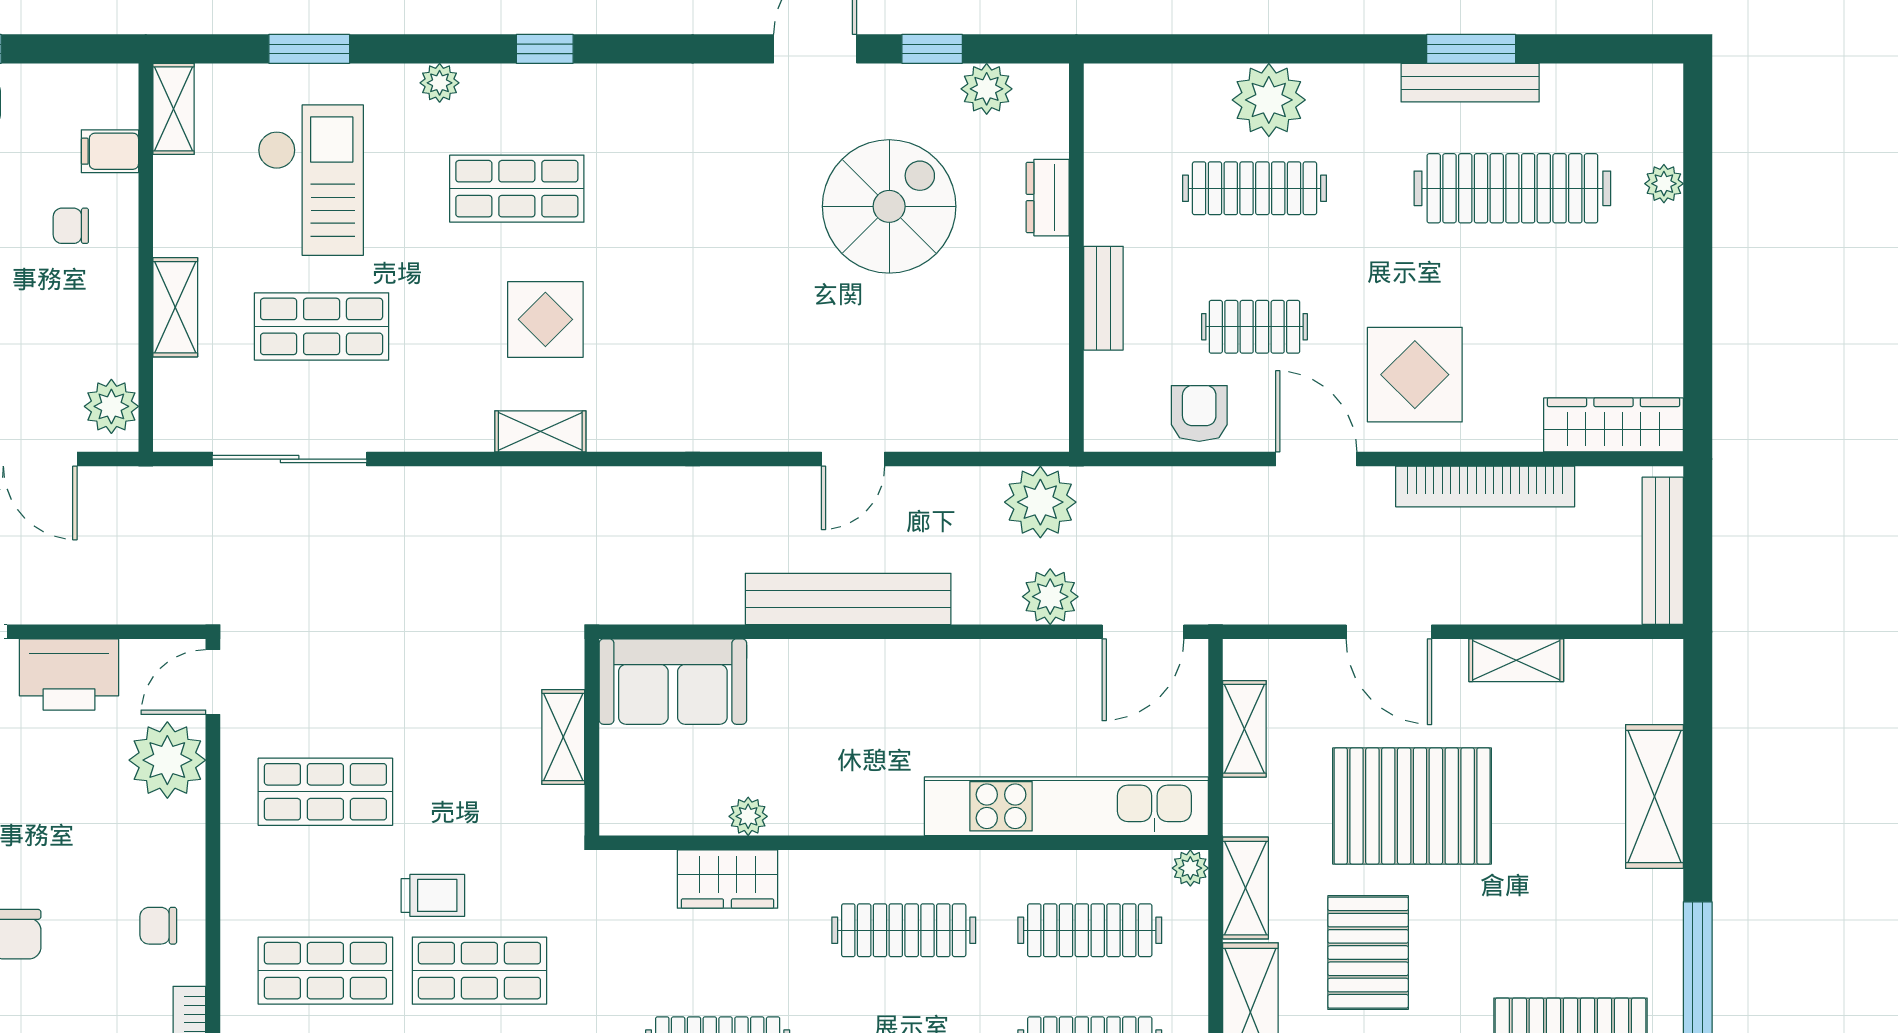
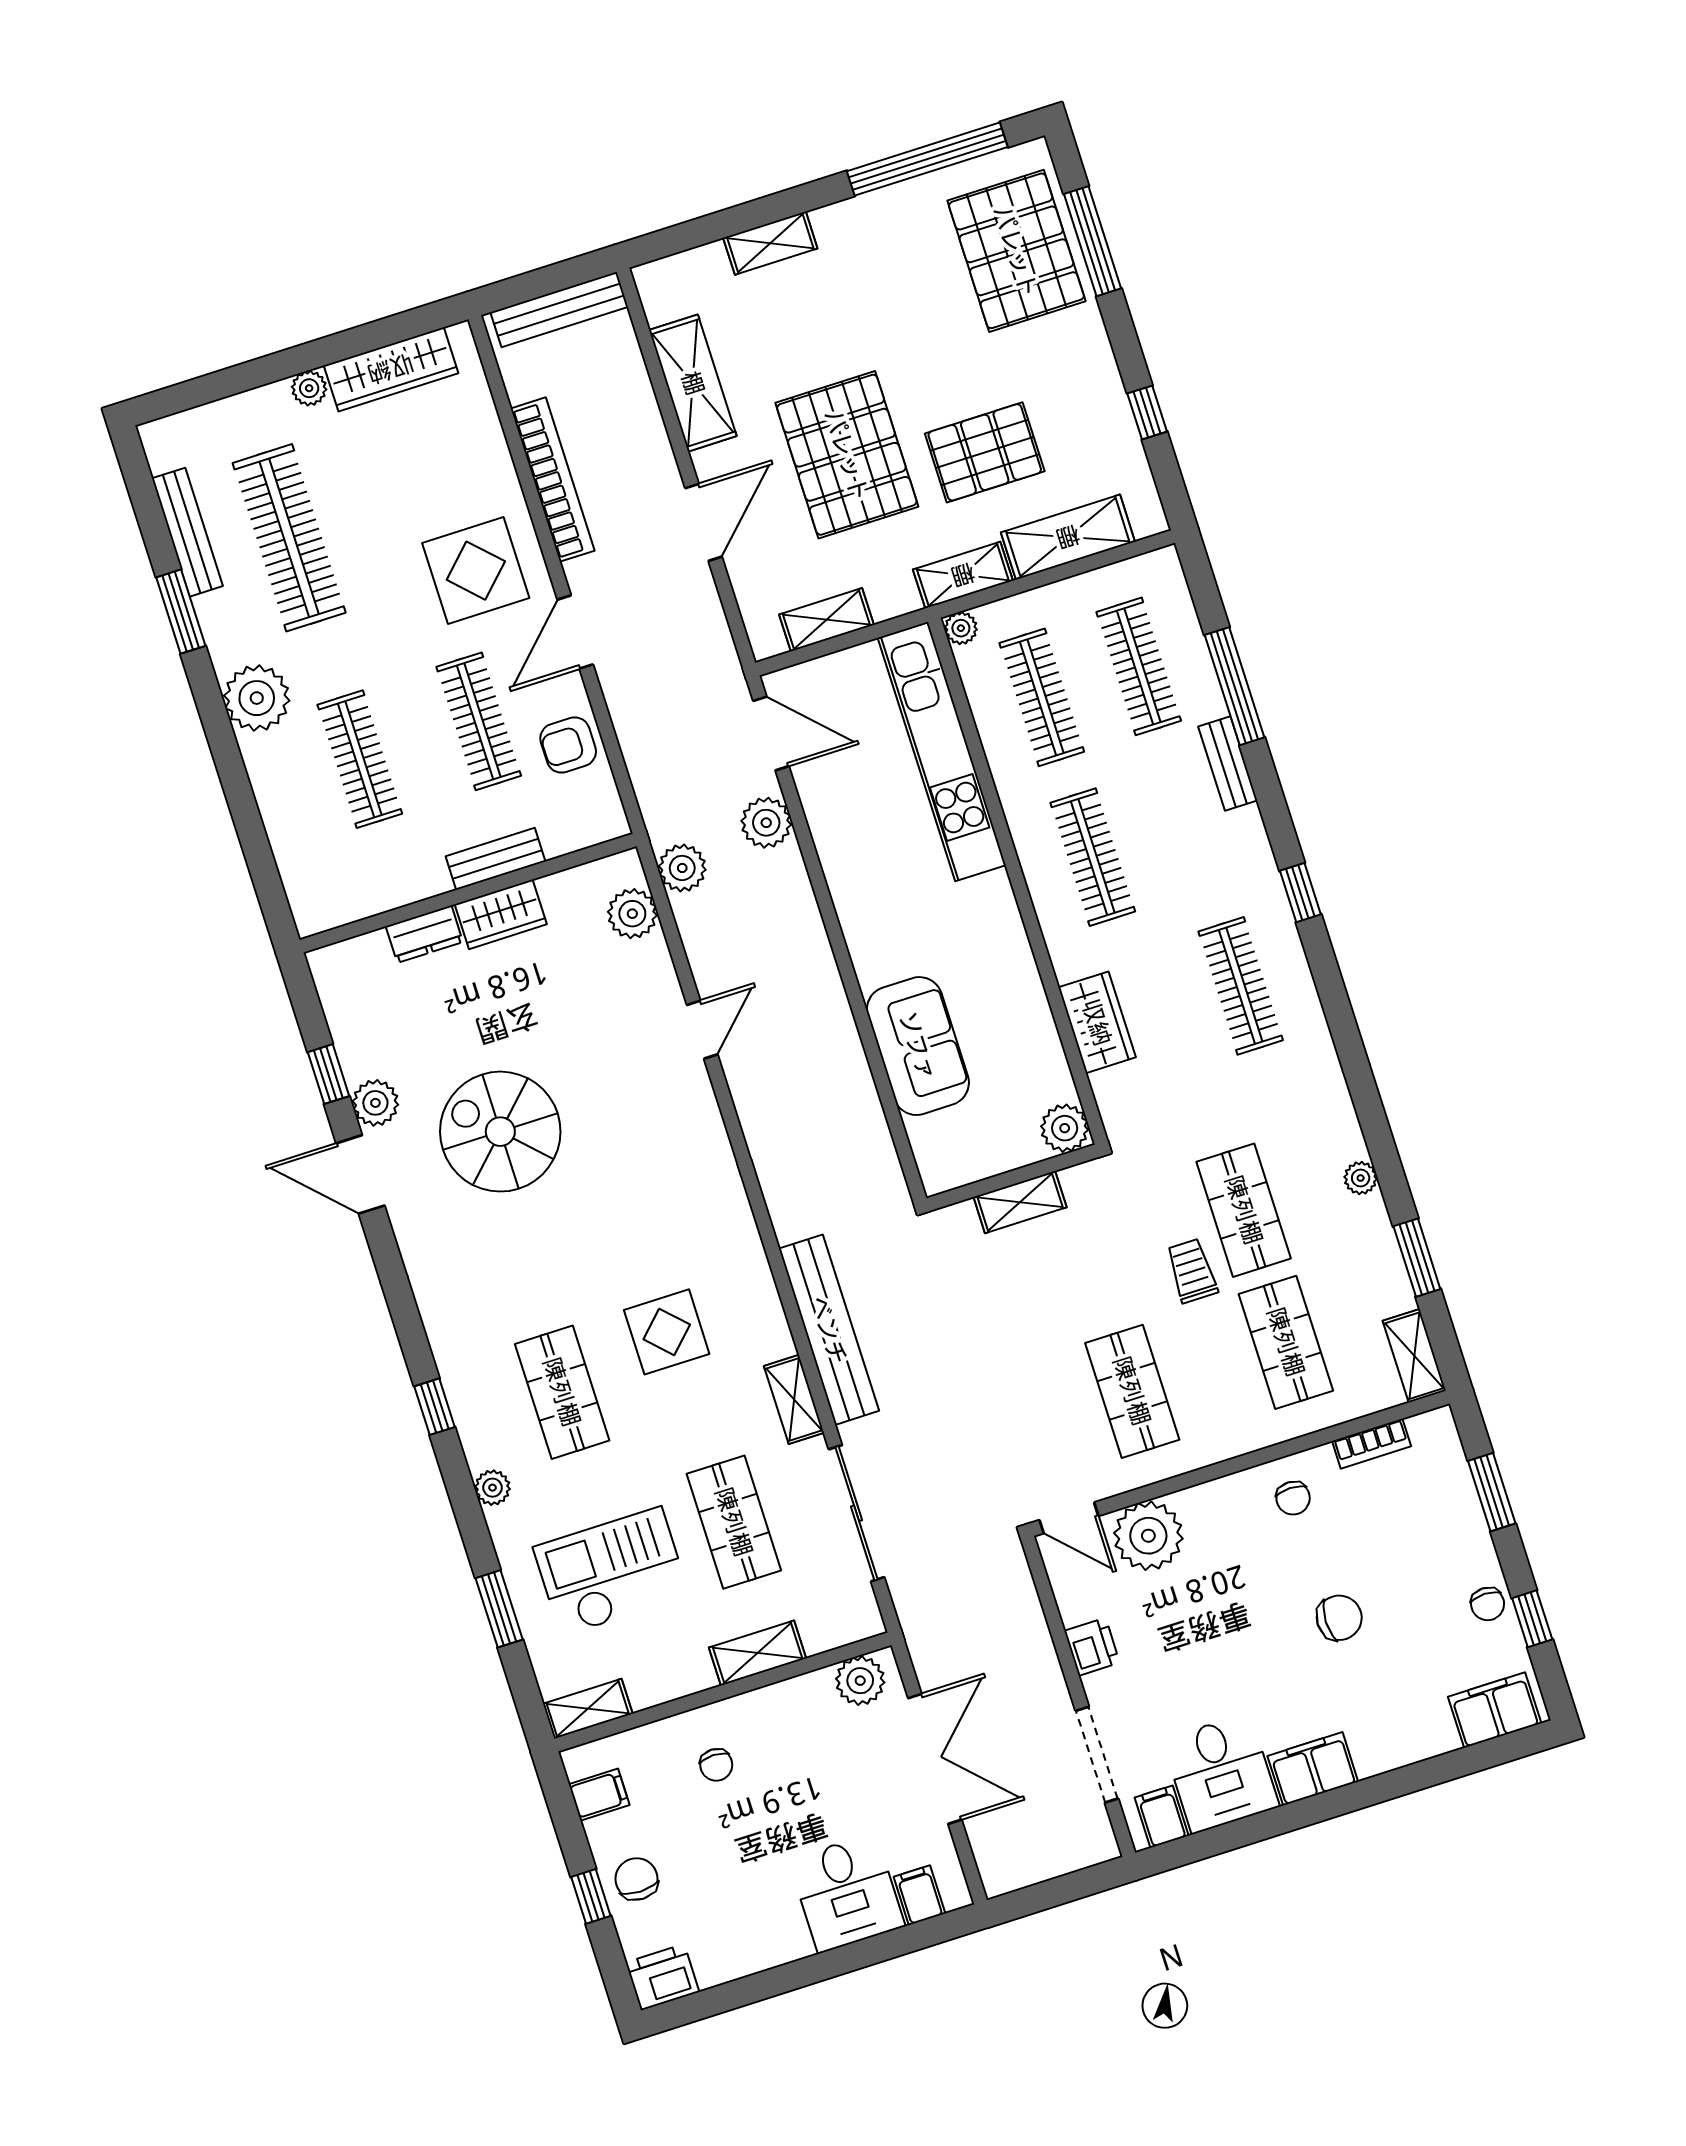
bench: (1470, 83) -> (187, 532), moved
plant: (987, 89) -> (375, 1103), moved
plant: (1269, 100) -> (257, 698), moved
filing cabinet: (110, 151) -> (599, 1795), moved, turned -90
plant: (1664, 184) -> (309, 388), moved
spiral stairs: (889, 206) -> (500, 1132), moved
wardrobe: (1043, 285) -> (501, 914), added
clothes rail: (1254, 327) -> (479, 721), width x1.36
plant: (999, 424) -> (632, 914), added
wardrobe: (1613, 425) -> (391, 369), moved, turned -90
shelving: (540, 431) -> (794, 1399), moved
door: (853, 459) -> (702, 1030), hinge flipped
plant: (1040, 502) -> (682, 868), width x0.73, depth x0.73
bench: (848, 599) -> (829, 1330), moved
shelving: (1516, 660) -> (693, 383), width x1.50, depth x1.33
printer: (69, 675) -> (1092, 1647), width x0.53, depth x0.68
sofa: (673, 682) -> (918, 1046), moved
shelving: (1654, 797) -> (770, 243), width x0.67, depth x0.75
plant: (748, 816) -> (1065, 1128), moved, width x1.38, depth x1.38

